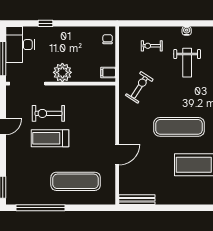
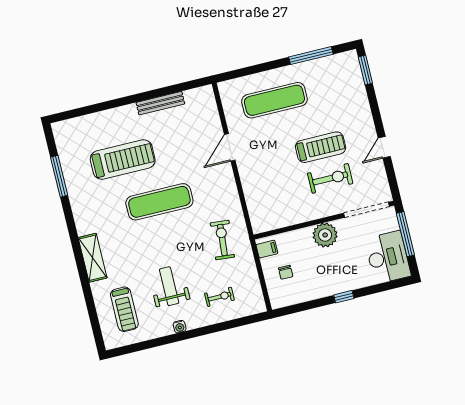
window: (45, 23) -> (344, 297), moved
chair: (108, 39) -> (286, 272), moved
exercise bike: (139, 87) -> (222, 240), turned 152
bench: (137, 200) -> (160, 103), moved
window: (41, 208) -> (311, 56), width x0.68

